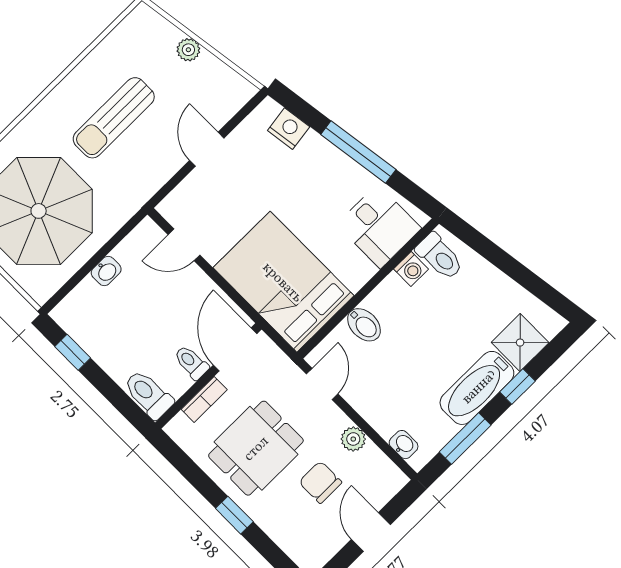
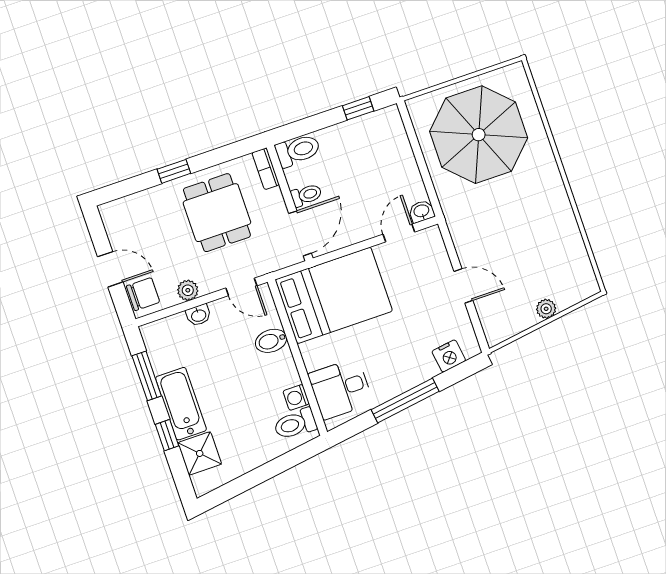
sun lounger: (114, 118) -> (522, 226), removed
washbasin: (106, 271) -> (422, 211), moved, turned 90
door: (235, 349) -> (300, 233), hinge flipped
bookcase: (204, 399) -> (266, 169), moved
washbasin: (404, 445) -> (199, 315), moved
chair: (320, 482) -> (143, 294), moved

